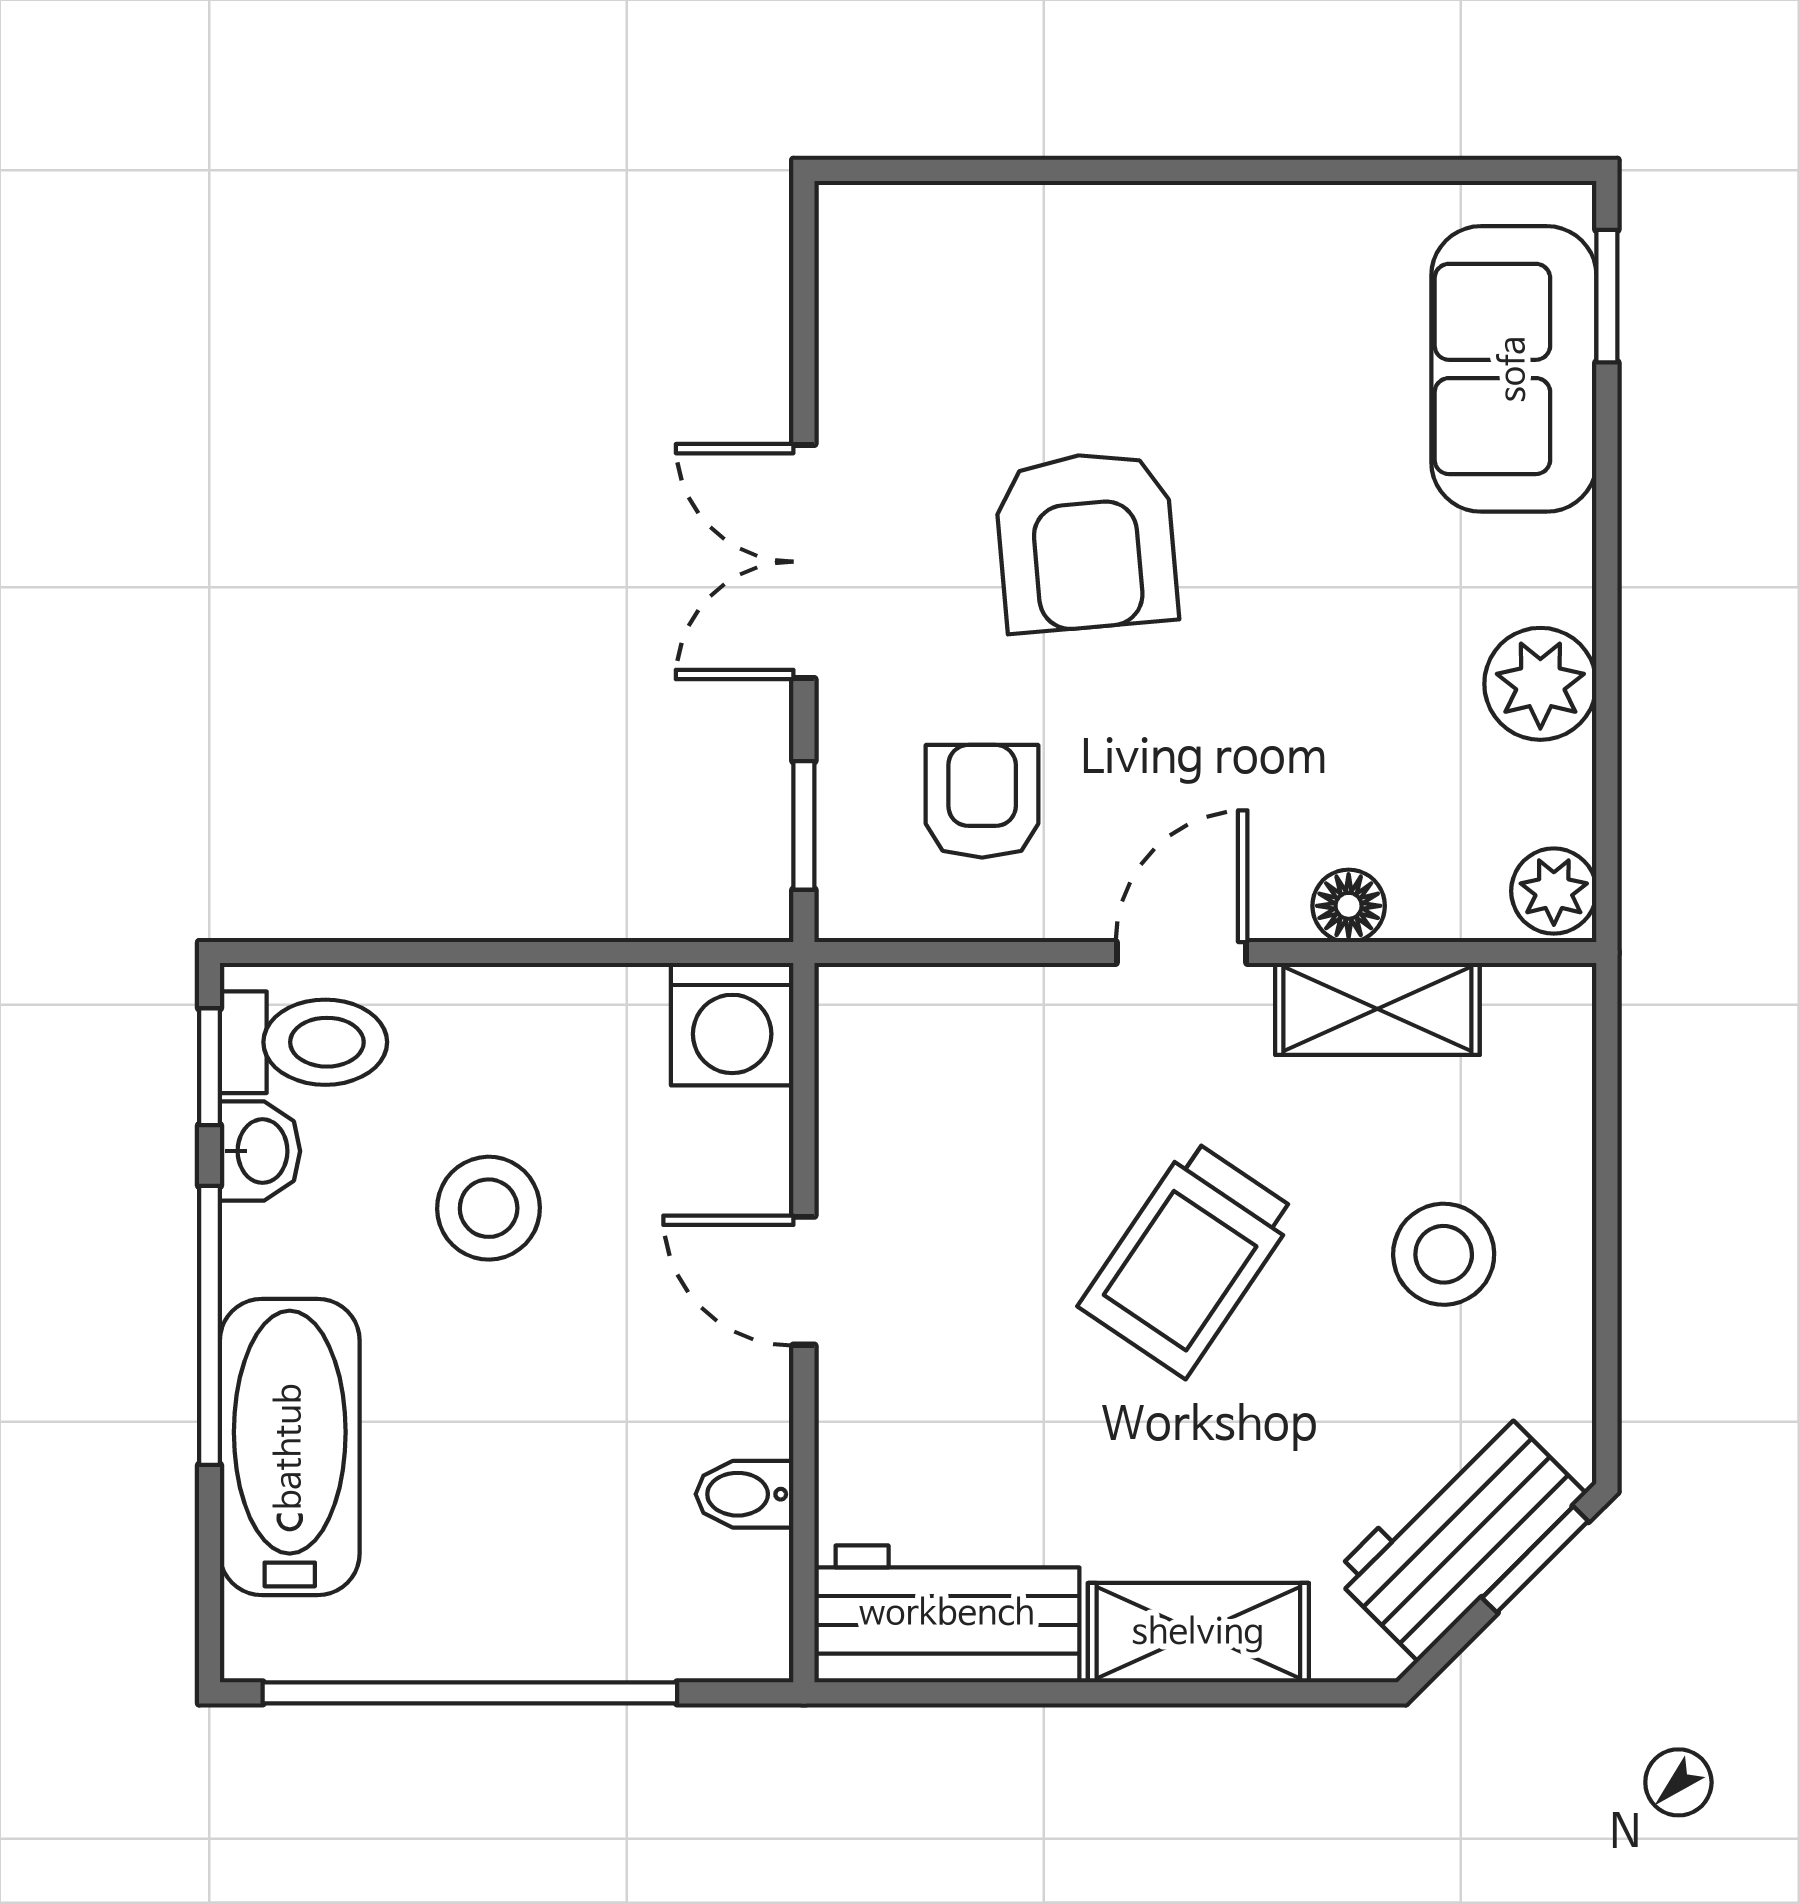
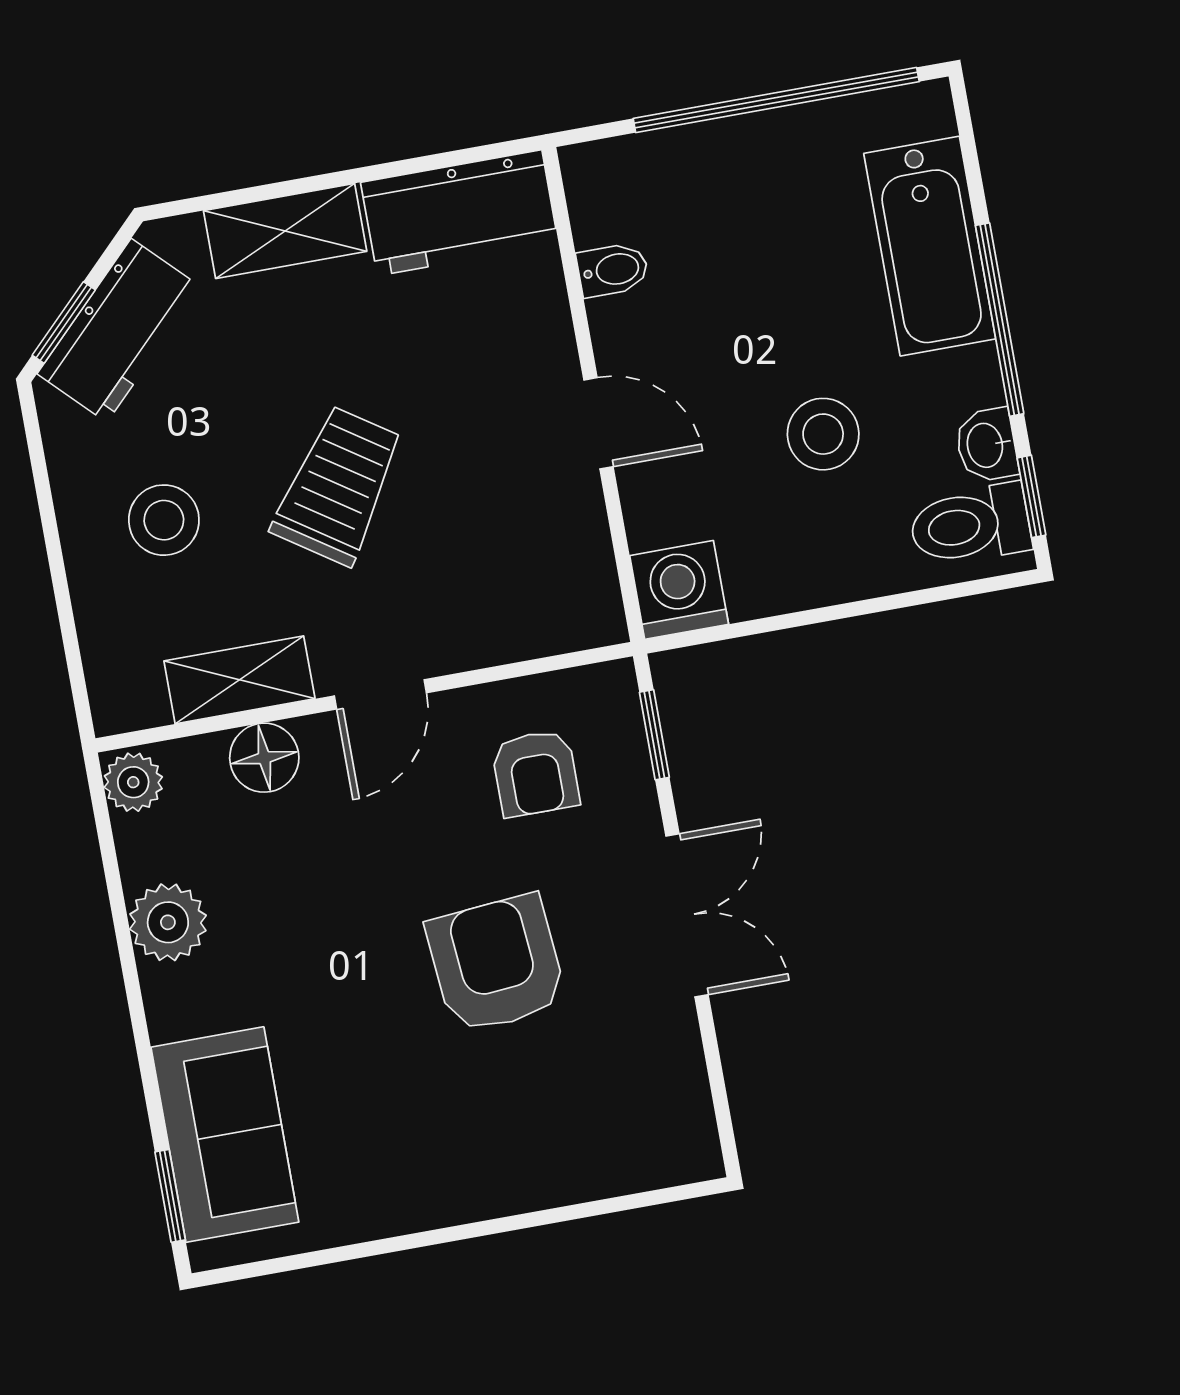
floor lamp: (1349, 906) -> (264, 758), width x1.37, depth x1.37

